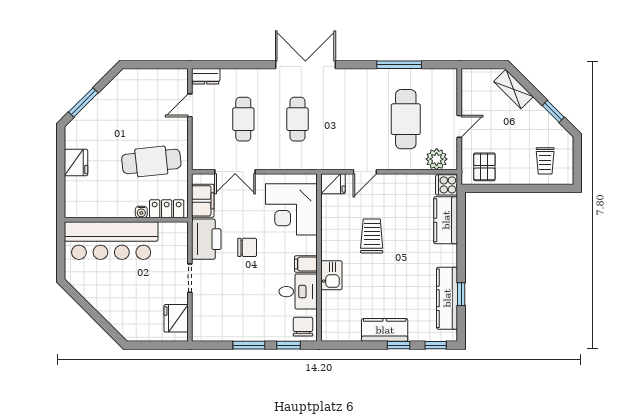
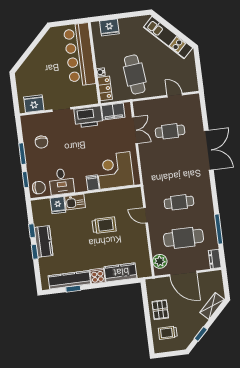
double door: (305, 65) -> (209, 150), moved
dresser: (206, 76) -> (215, 259), moved
window: (83, 102) -> (168, 25), removed
kitchen unit: (102, 104) -> (168, 37), added
cafe table: (297, 119) -> (179, 202), moved
door: (459, 126) -> (183, 274), width x1.87
fridge: (76, 163) -> (109, 27), moved
pallet: (484, 167) -> (160, 310), moved, turned 90
double door: (235, 172) -> (135, 130), swing flipped
fridge: (333, 184) -> (58, 205), moved
cooker: (447, 185) -> (97, 276), moved
chair: (247, 247) -> (41, 142), moved
filing cabinet: (306, 264) -> (93, 183), moved
window: (436, 345) -> (32, 231), moved

